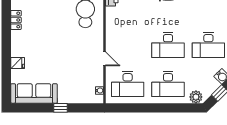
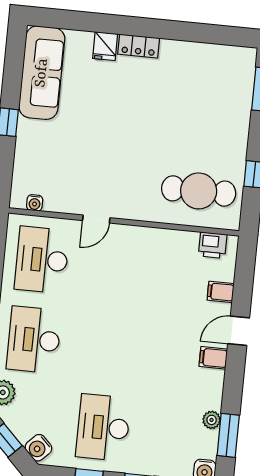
locker: (16, 20) -> (139, 46), moved
desk: (168, 45) -> (111, 347), removed

